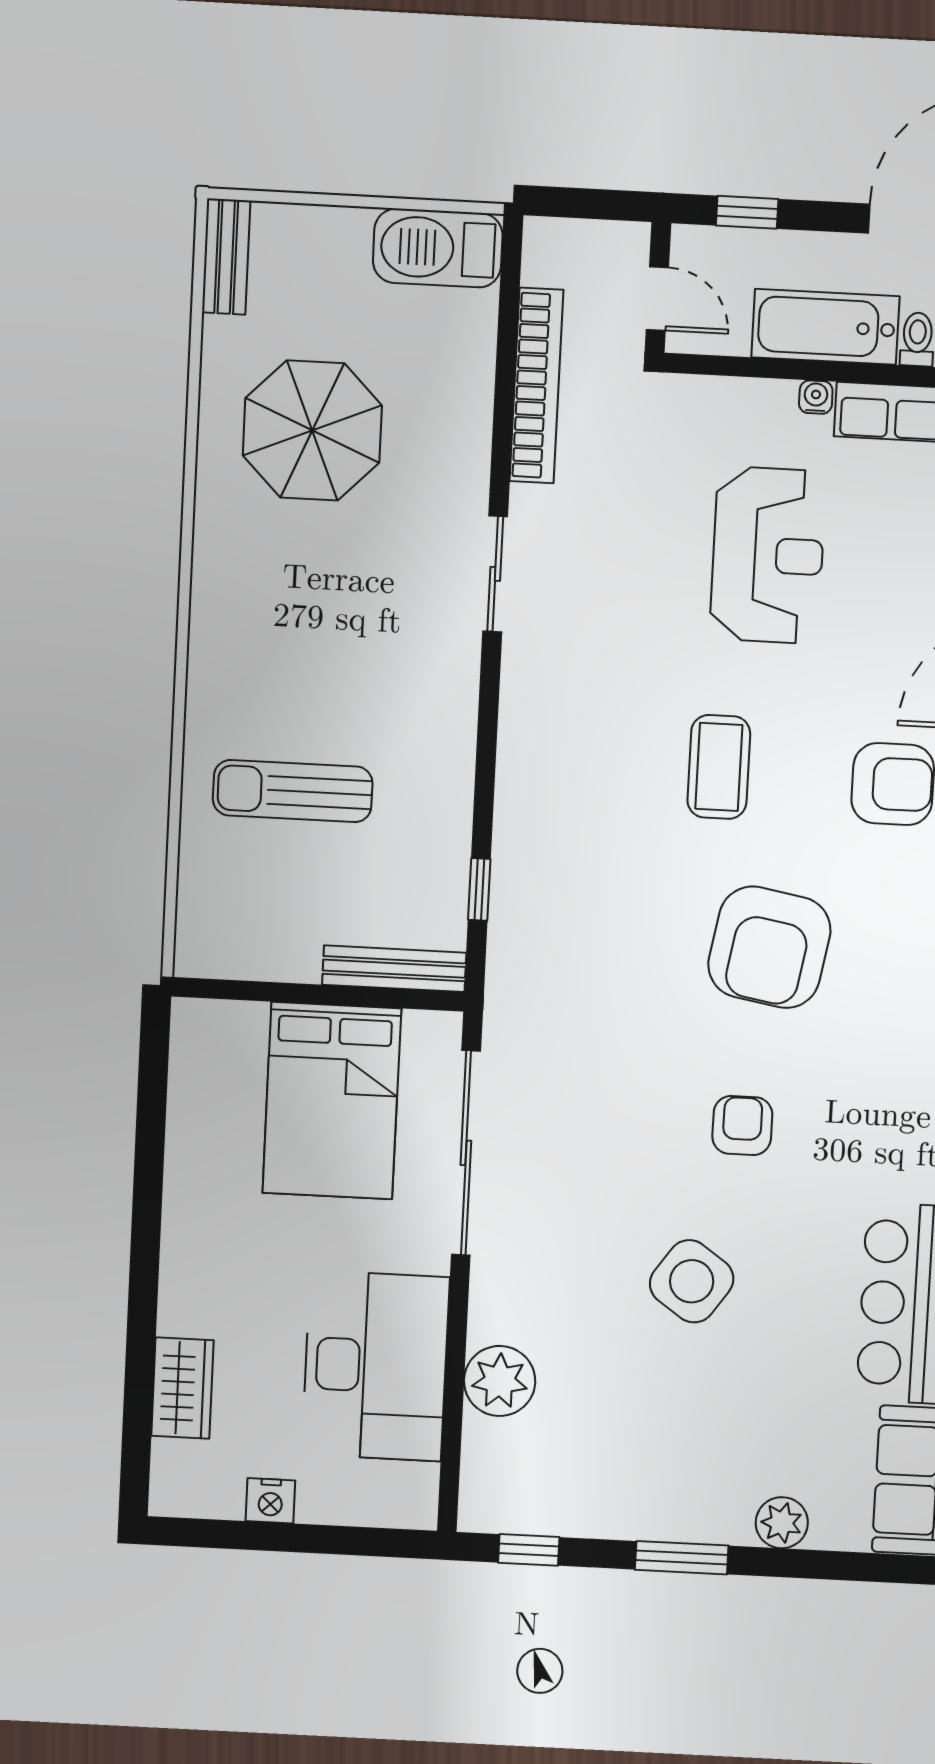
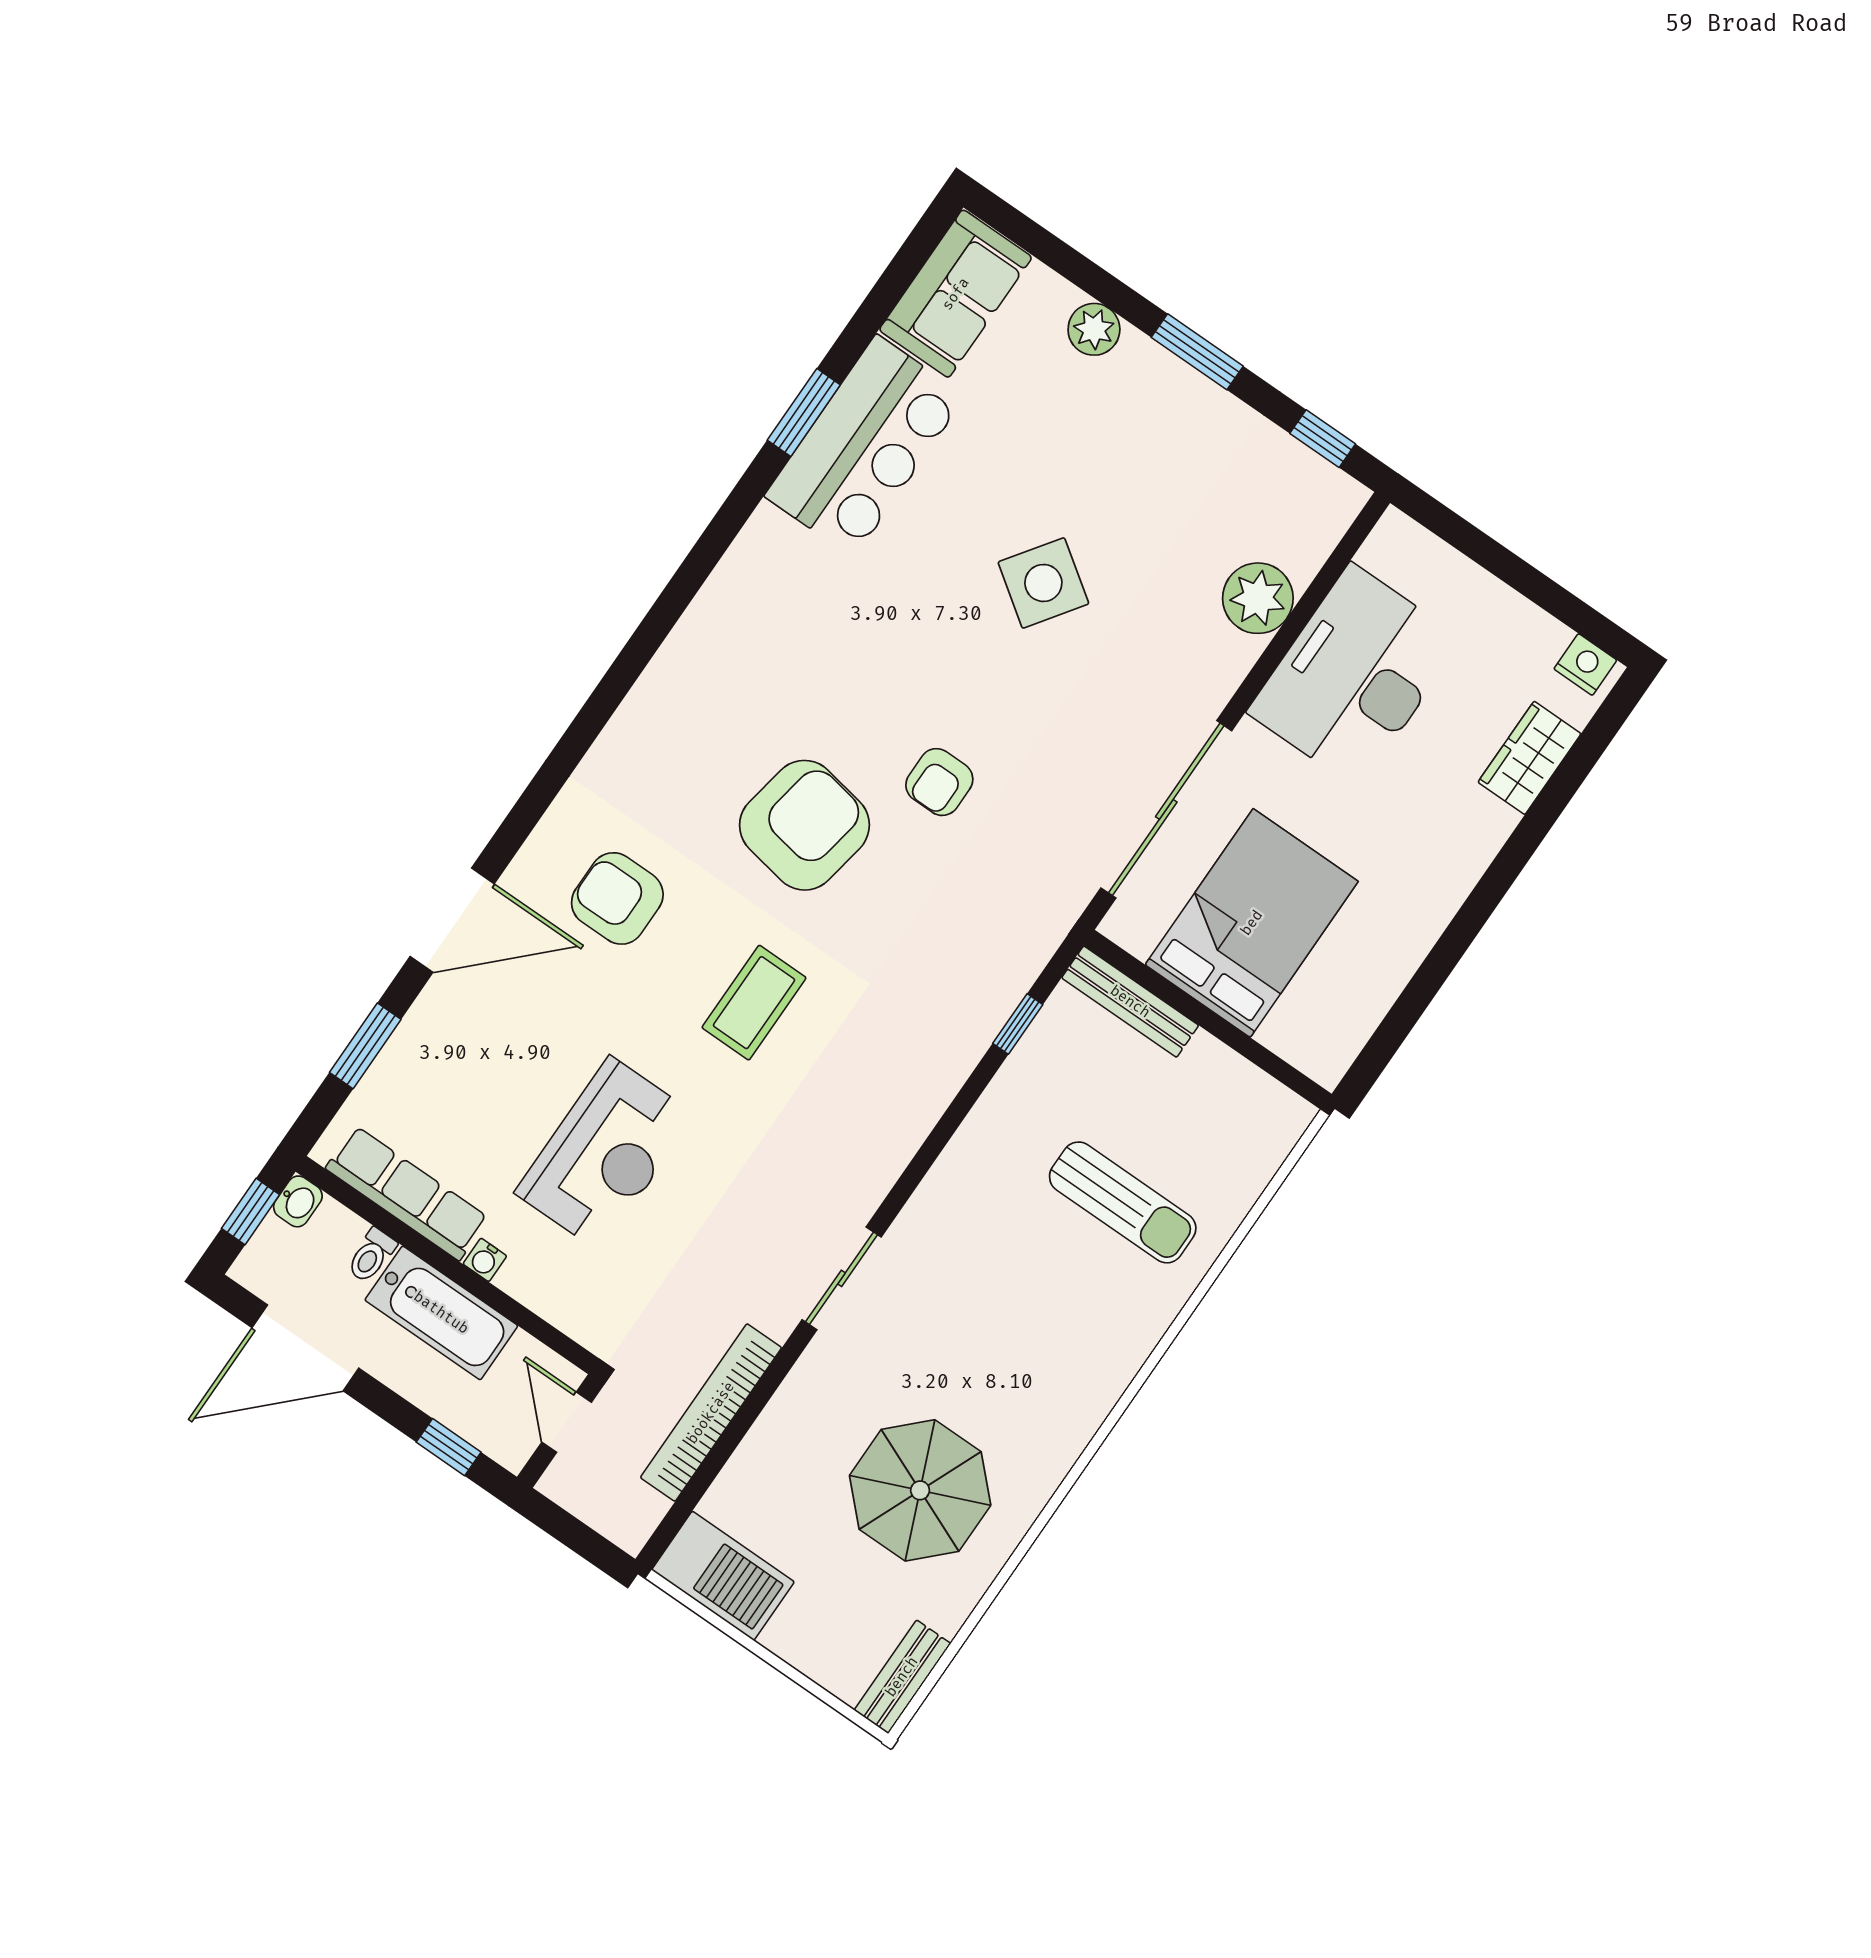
reception desk: (768, 555) -> (605, 1154), turned 180
armchair: (742, 1126) -> (939, 782), moved
nightstand: (270, 1501) -> (1585, 665), moved

